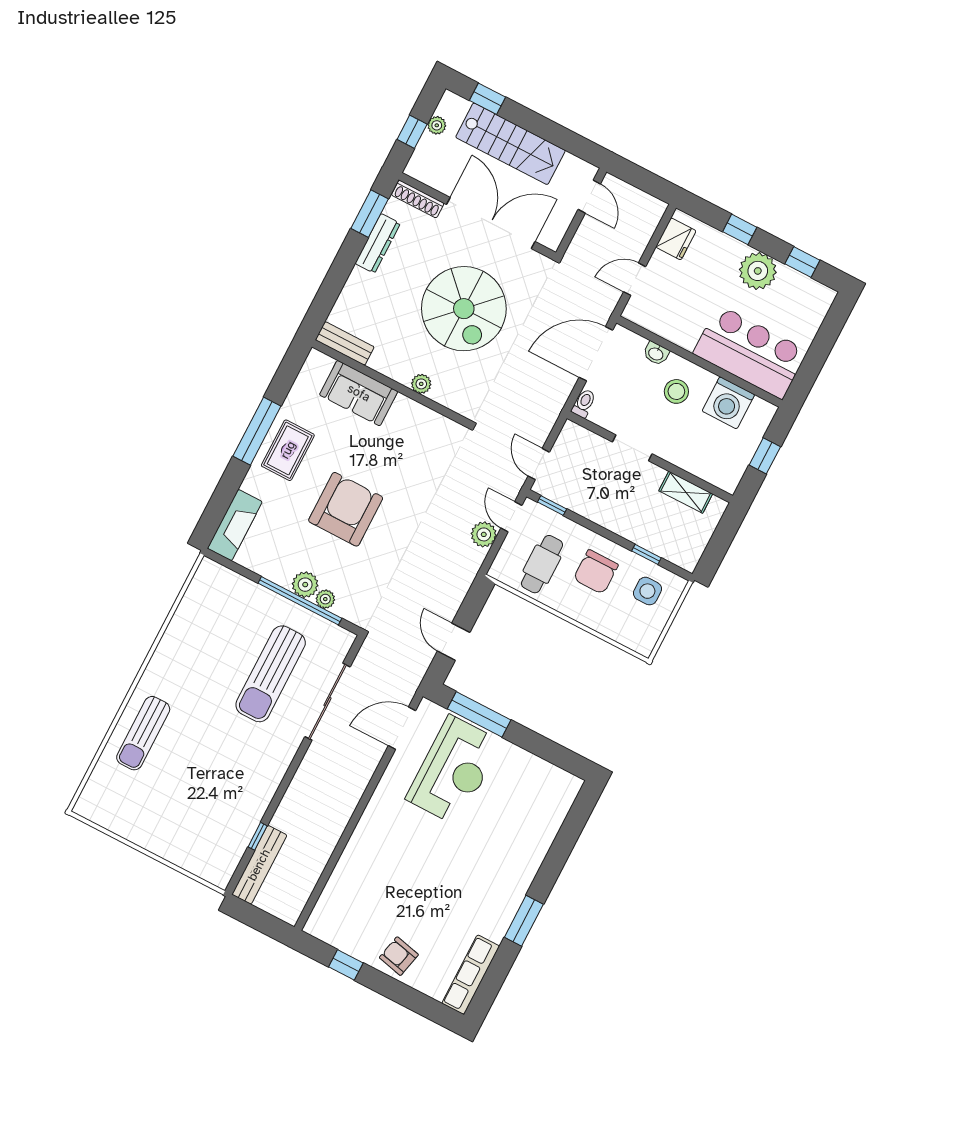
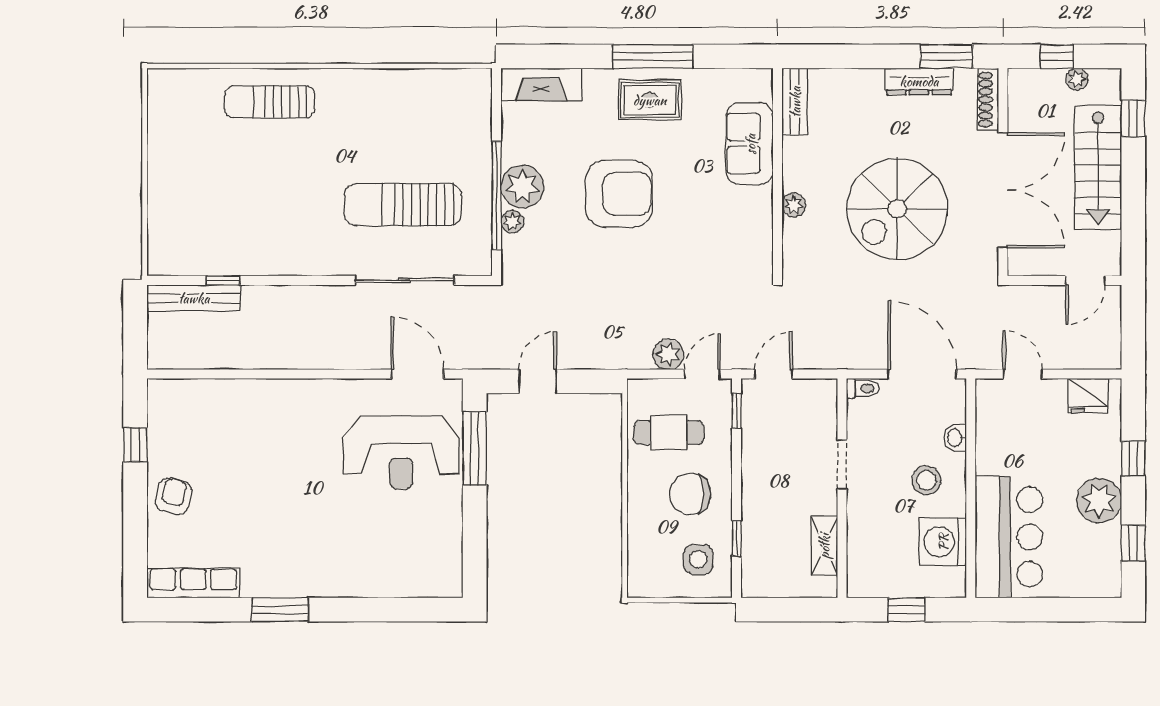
plant: (305, 585) -> (522, 187), width x1.36, depth x1.36

